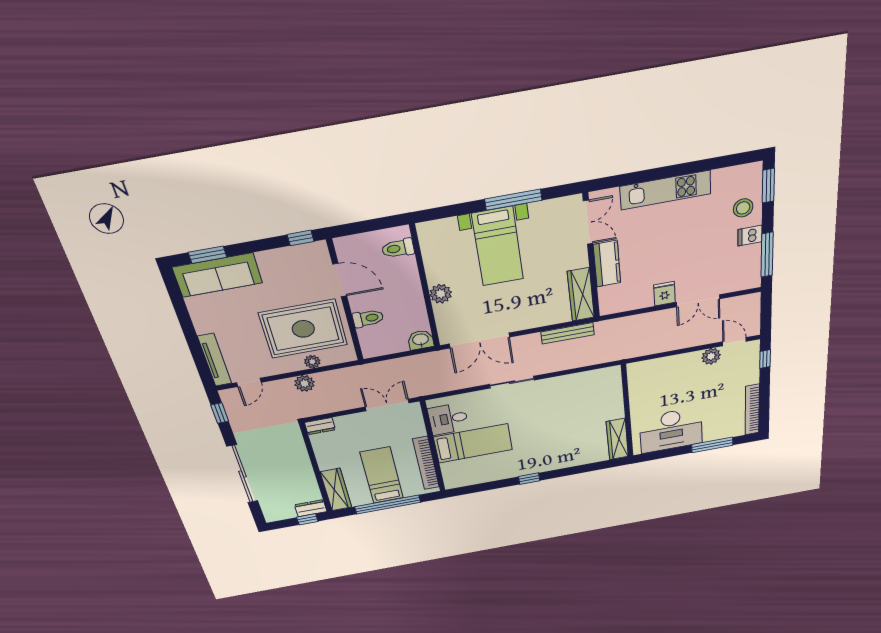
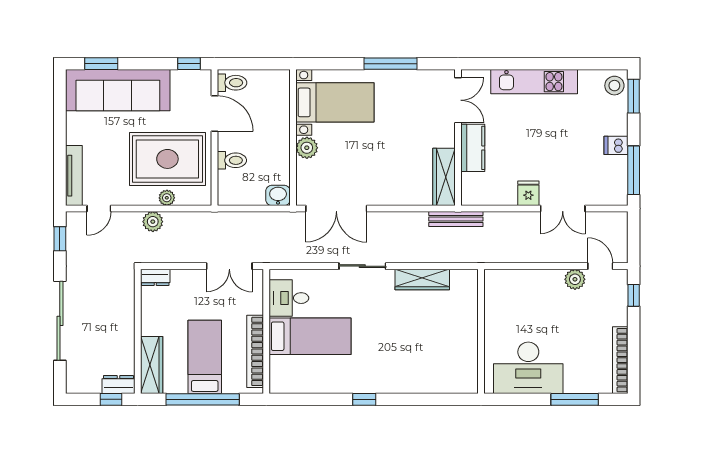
stool: (743, 208) -> (614, 86), moved
bed with nightstands: (498, 247) -> (335, 102), moved, turned -90
toilet: (398, 248) -> (232, 83), moved, turned 180
sofa: (217, 275) -> (118, 90), width x1.36, depth x1.27
bench: (568, 333) -> (456, 219), moved
double door: (387, 405) -> (229, 266), swing flipped
wardrobe: (617, 439) -> (422, 279), moved, turned -90

